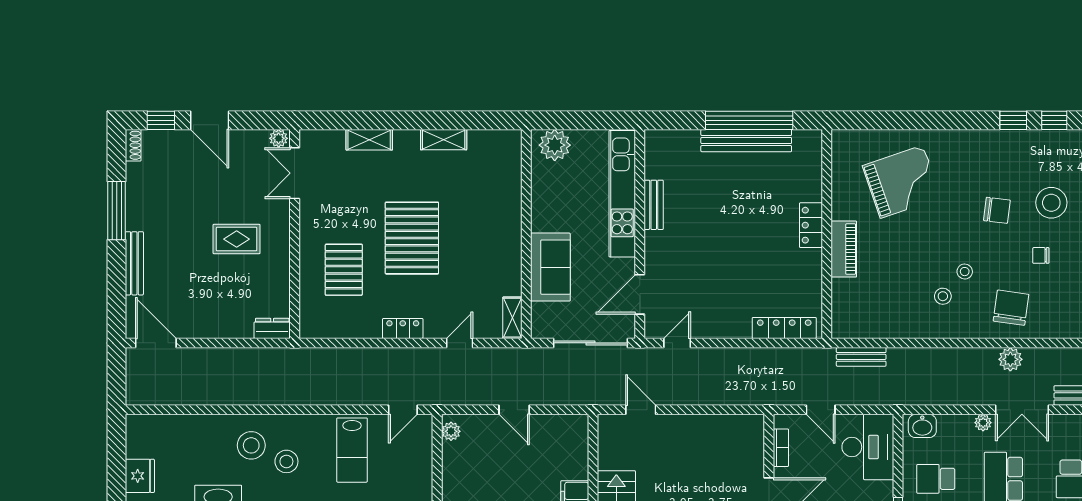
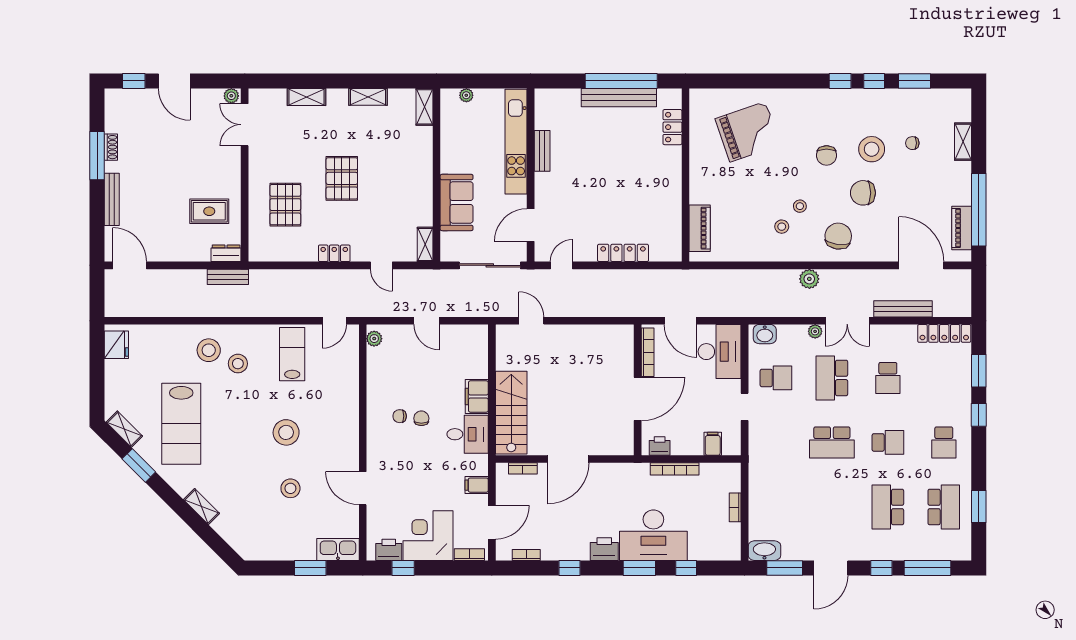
shoe rack: (133, 145) -> (111, 147), moved
plant: (555, 145) -> (466, 95), width x0.53, depth x0.53
shelving: (512, 152) -> (424, 107), added
chair: (997, 210) -> (827, 155), turned 83
locker: (811, 225) -> (672, 127), moved
pallet: (412, 238) -> (342, 178), width x0.73, depth x0.71
rug: (237, 239) -> (209, 211), moved
piano: (844, 249) -> (700, 228), moved
chair: (1041, 255) -> (863, 193), width x1.87, depth x1.87
locker: (784, 328) -> (623, 253), moved
door: (460, 343) -> (381, 265), swing flipped
bench: (861, 357) -> (228, 277), moved
plant: (1010, 359) -> (809, 279), moved
door: (821, 410) -> (681, 321), width x1.38
bookcase: (781, 448) -> (648, 352), width x1.56
lab bench: (352, 450) -> (292, 354), turned 180
fridge: (140, 476) -> (116, 345), moved
school desk: (936, 479) -> (776, 378), turned 180

